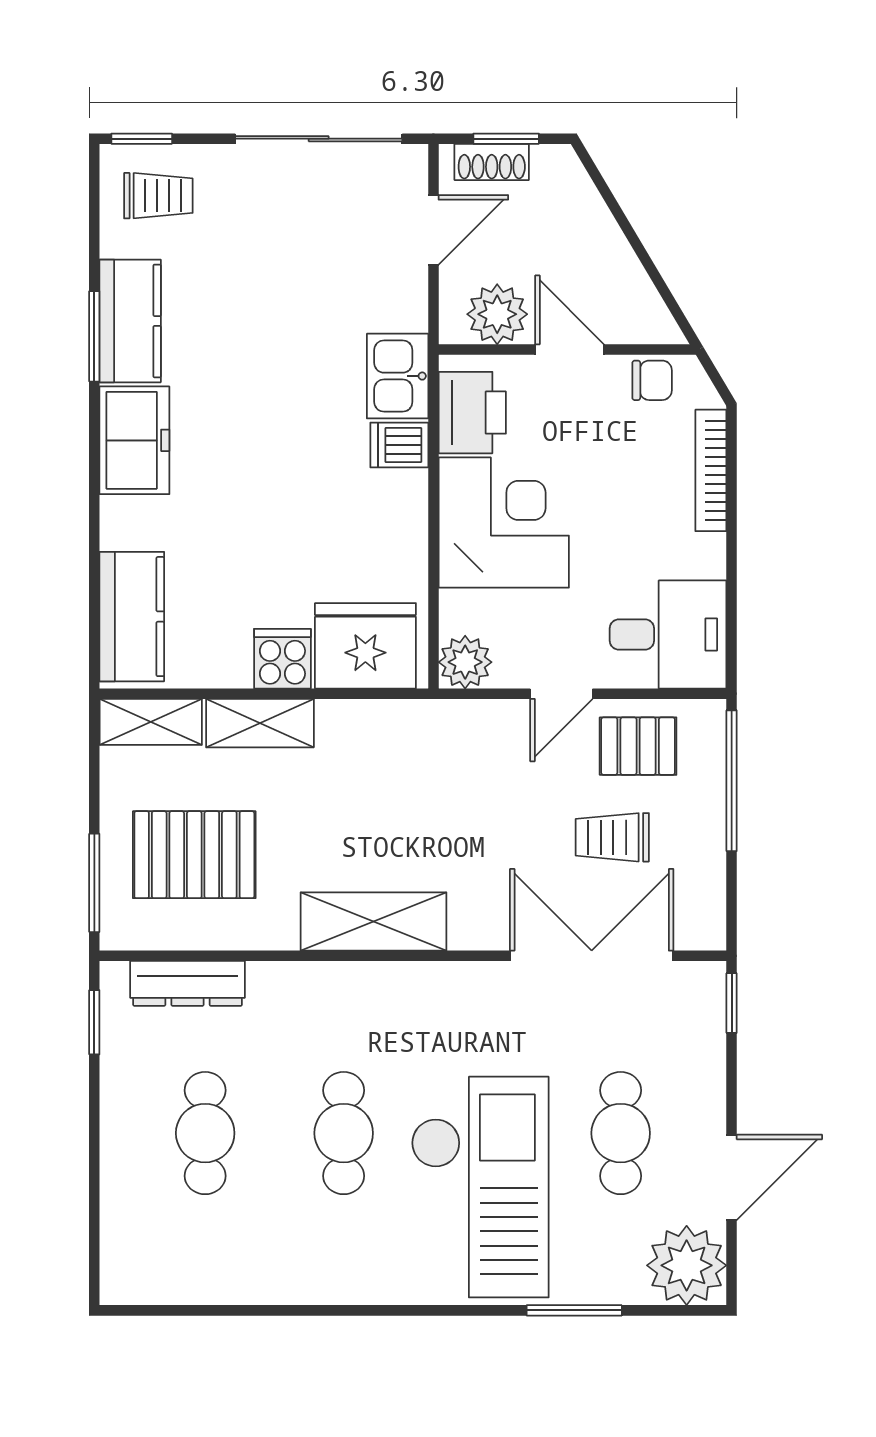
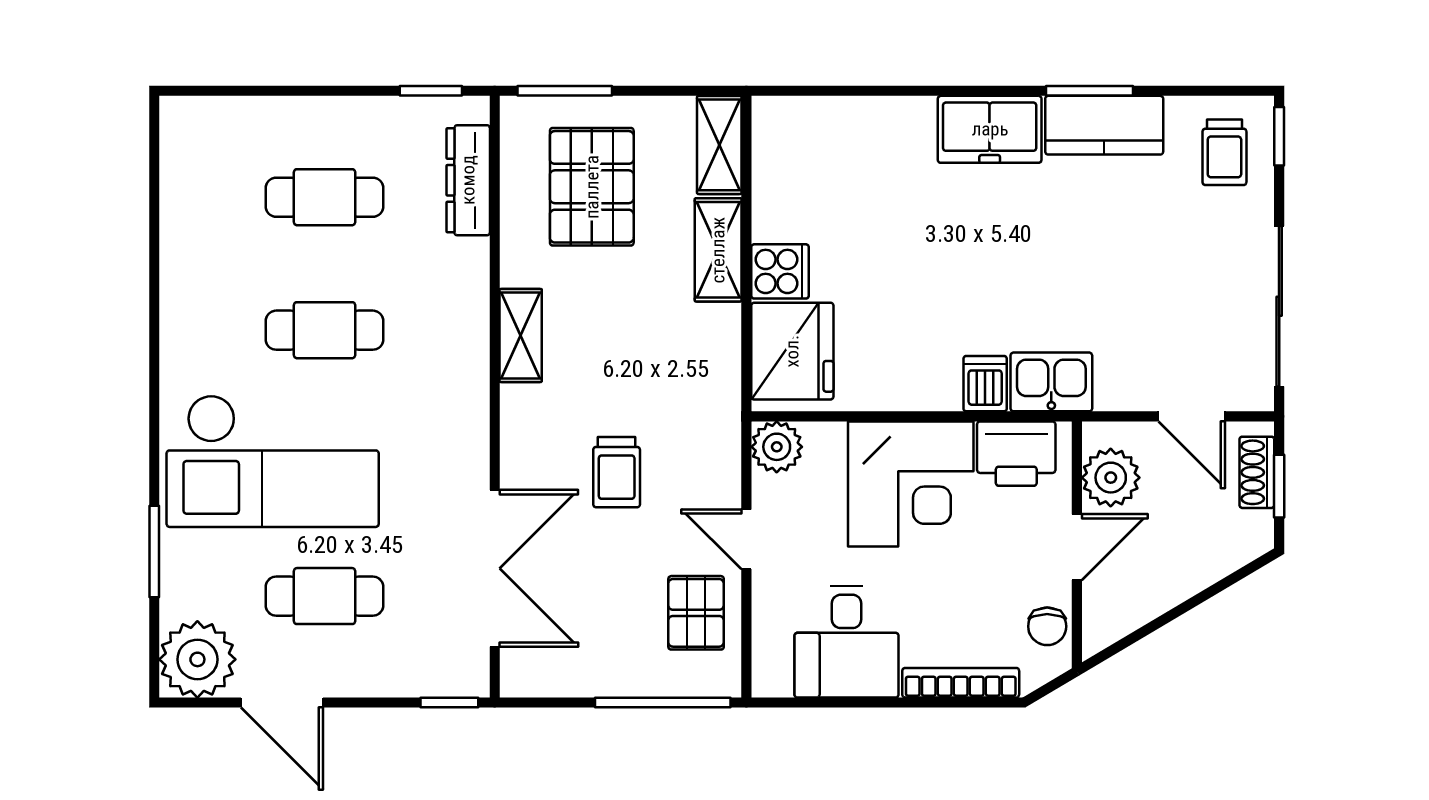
kitchen counter: (132, 617) -> (820, 127), removed
desk: (668, 635) -> (847, 642), moved
trolley: (612, 837) -> (617, 472), moved, turned 180
shelving: (373, 921) -> (521, 335), width x0.67, depth x0.75

